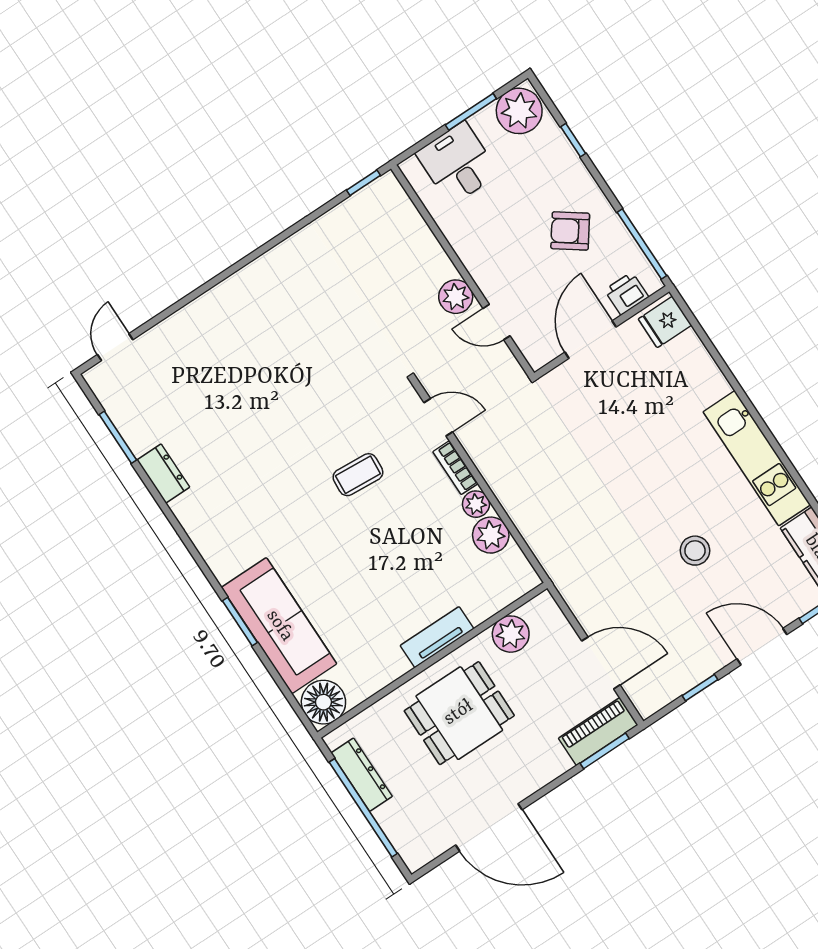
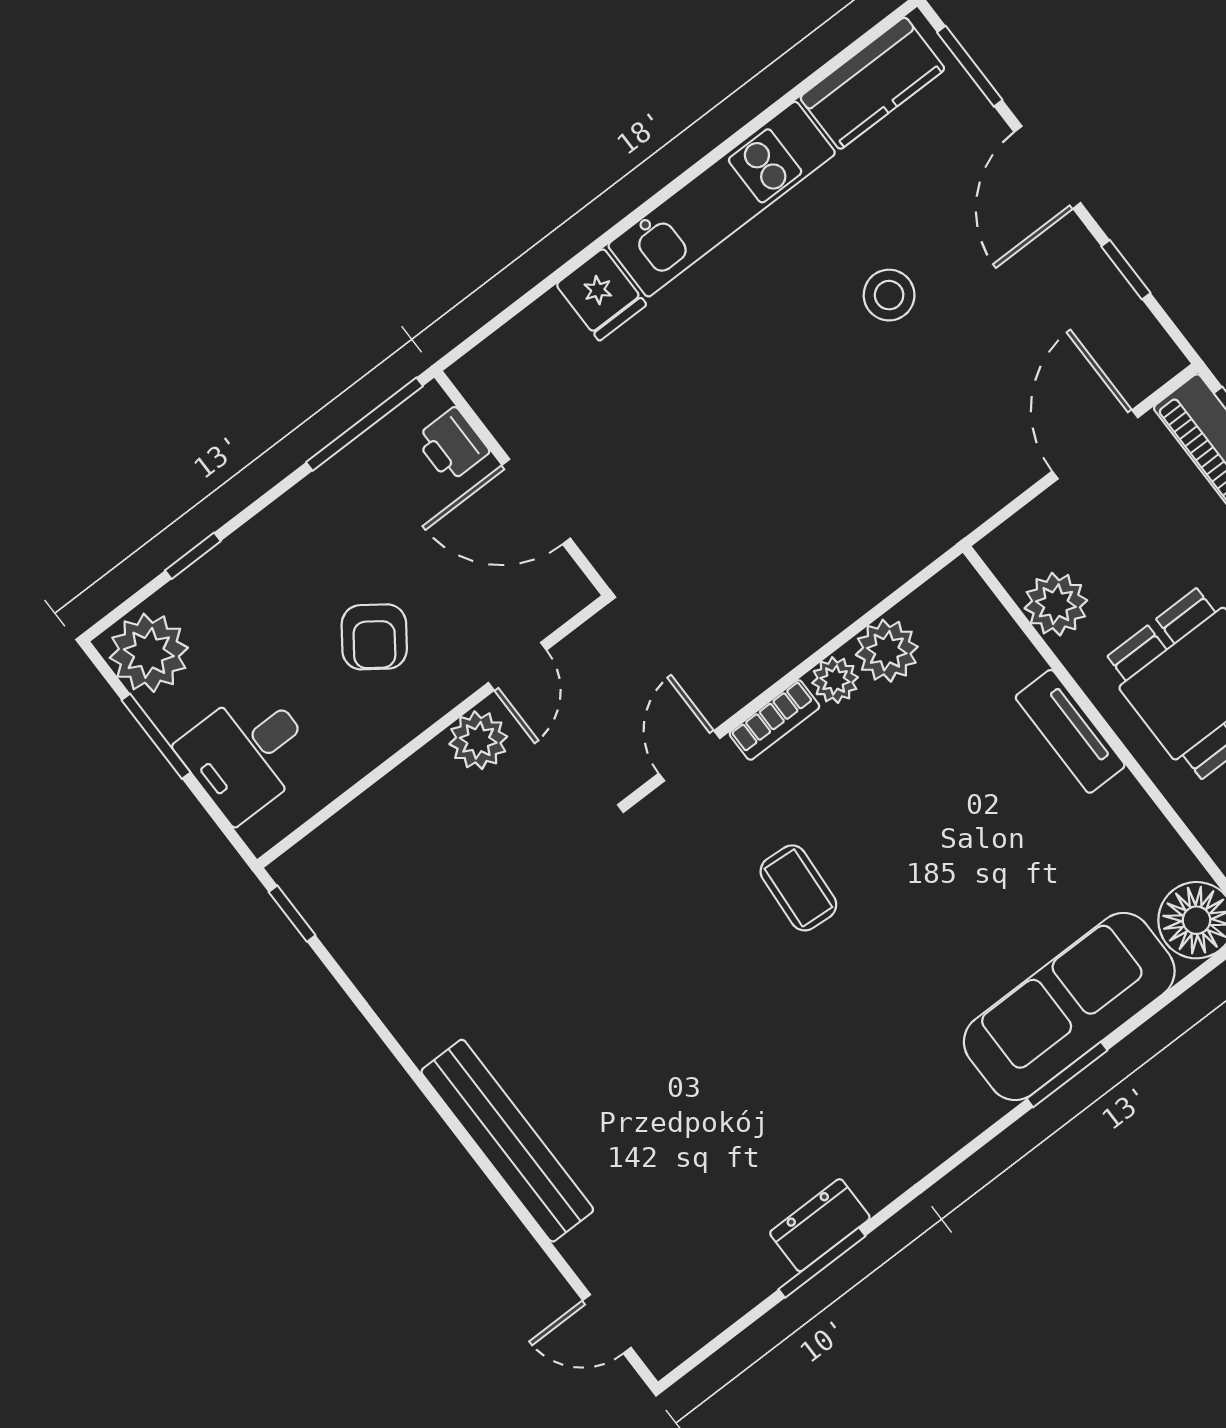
armchair: (570, 231) -> (374, 637), moved
bench: (224, 297) -> (507, 1141), added
fridge: (665, 322) -> (601, 295), moved
window: (118, 437) -> (822, 1263), moved

